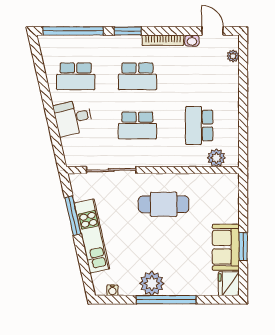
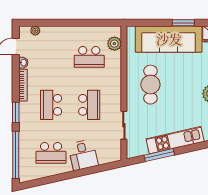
school desk: (76, 76) -> (51, 153), turned 90
school desk: (137, 76) -> (51, 105), turned 180
sliding door: (111, 170) -> (124, 125), width x0.73
sofa: (226, 247) -> (169, 39), width x1.85, depth x1.27

